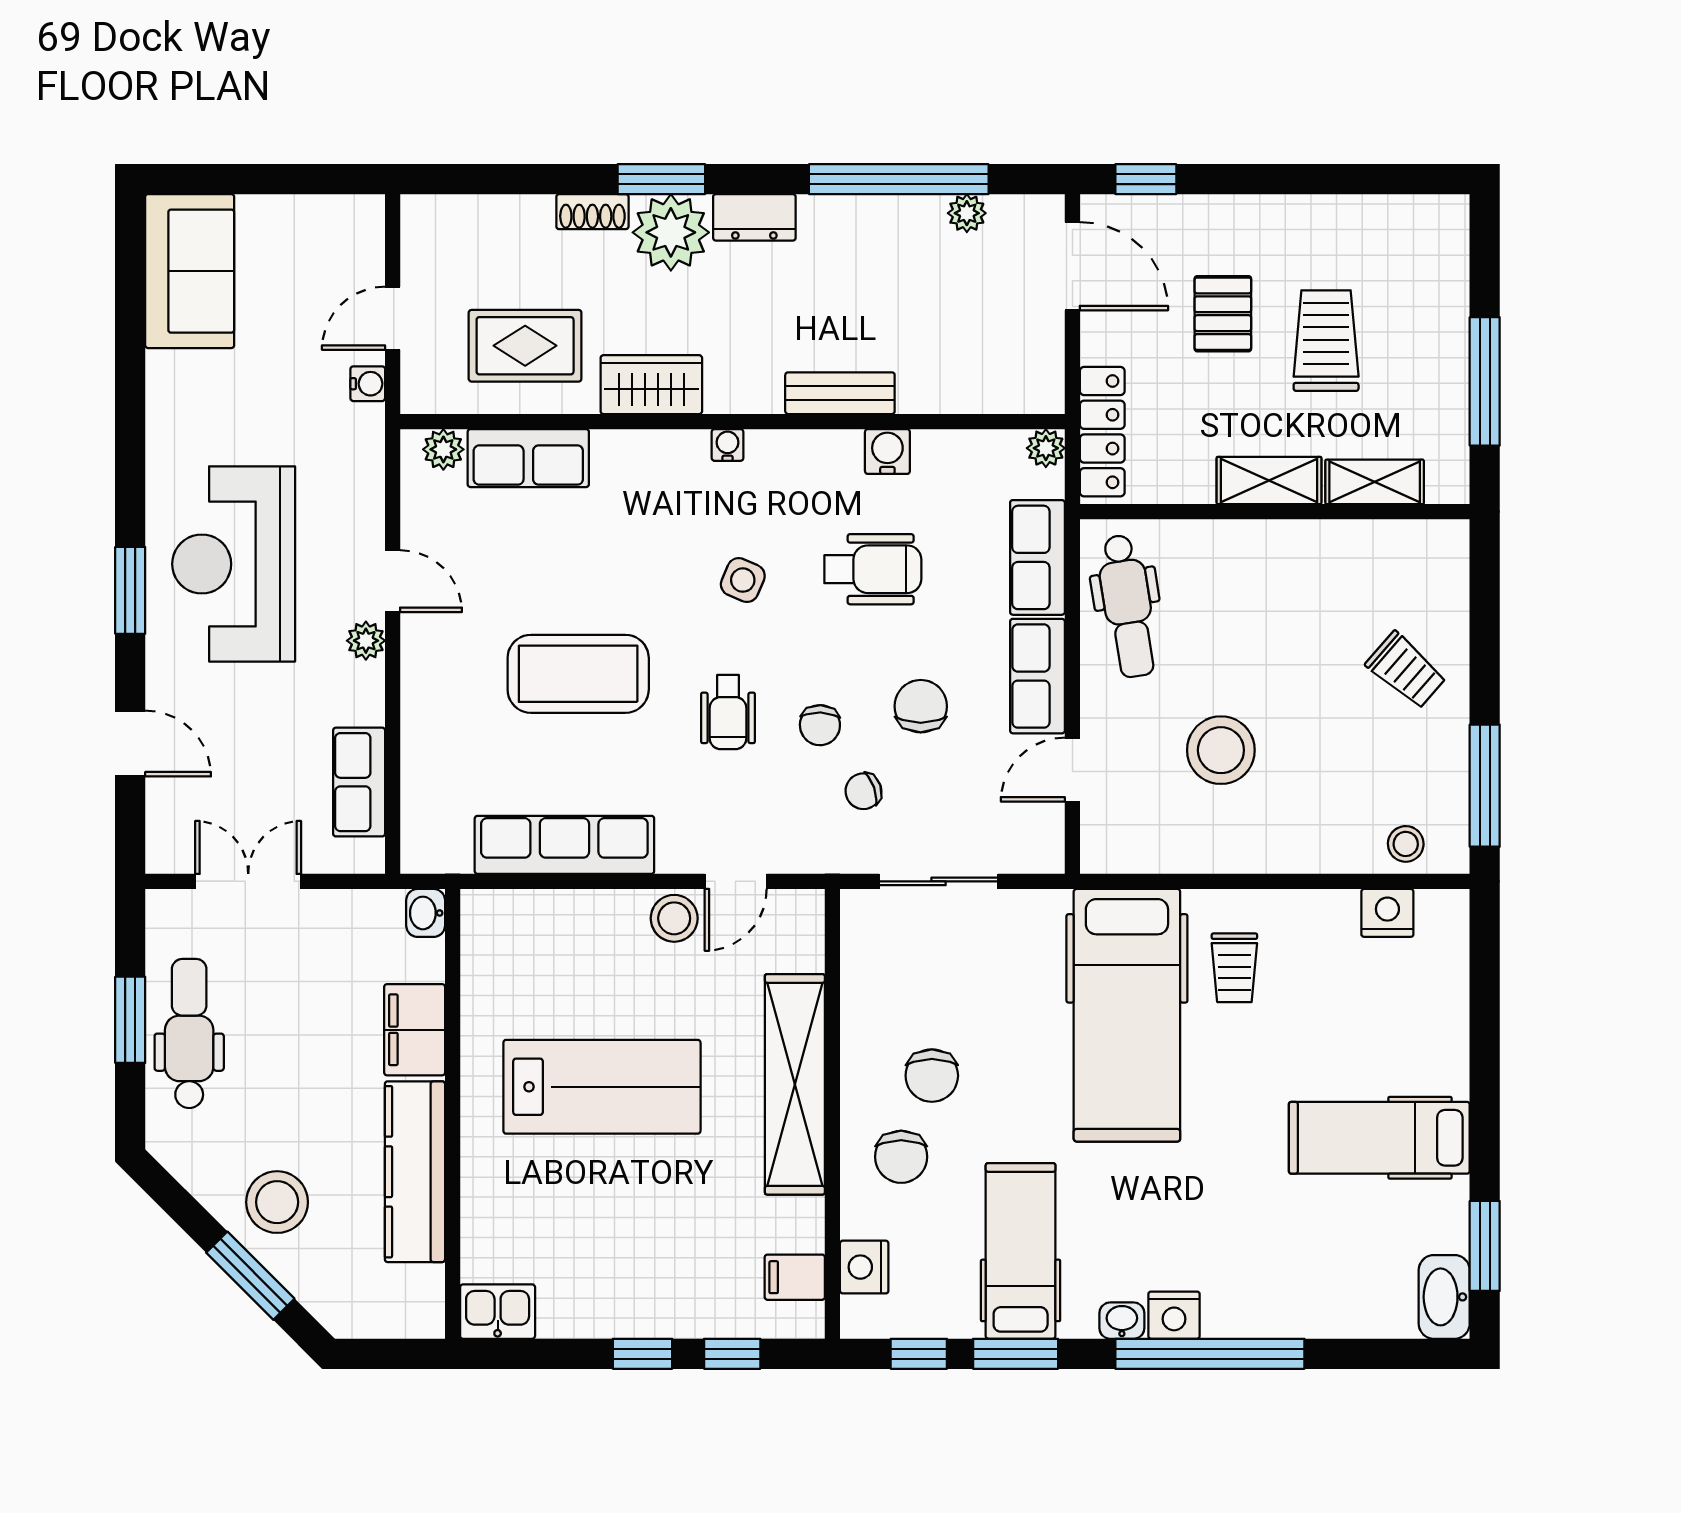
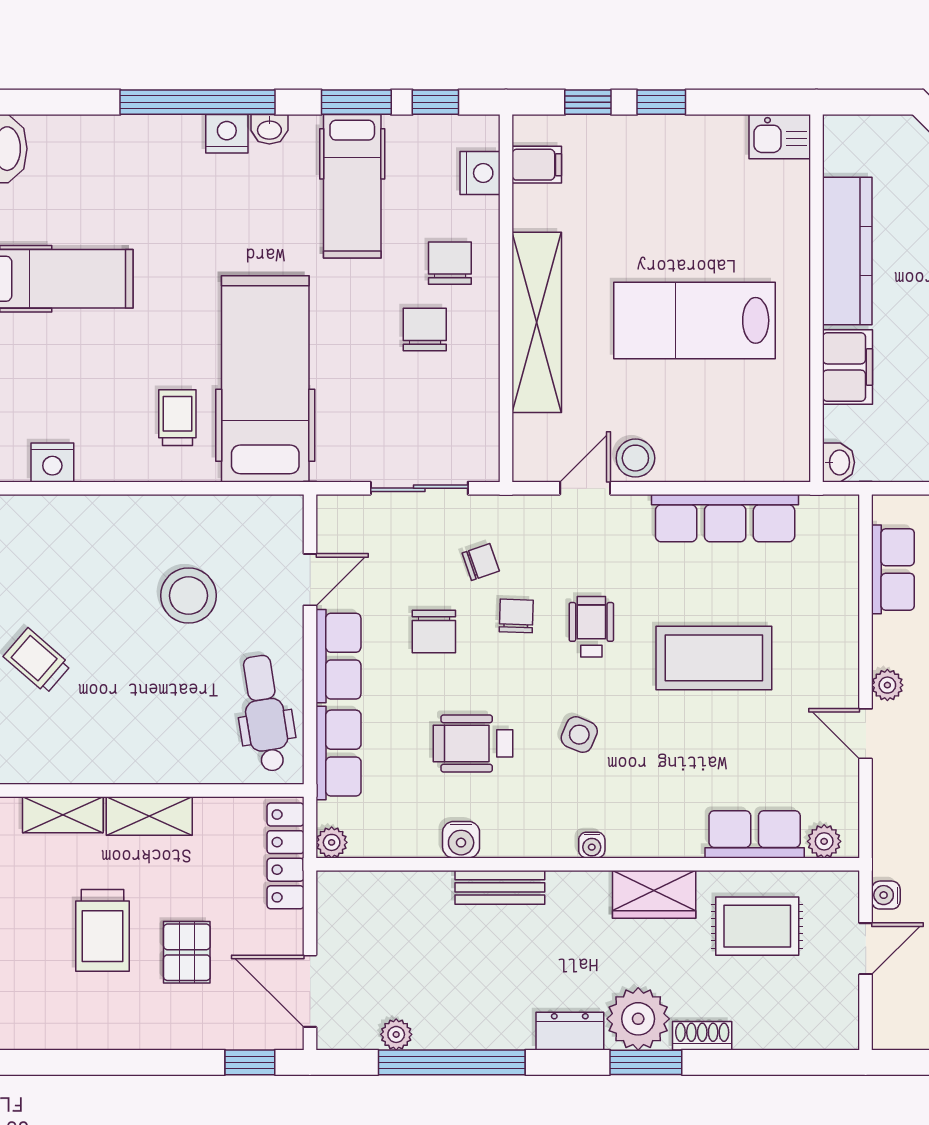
stool: (1406, 844) -> (37, 519), removed

